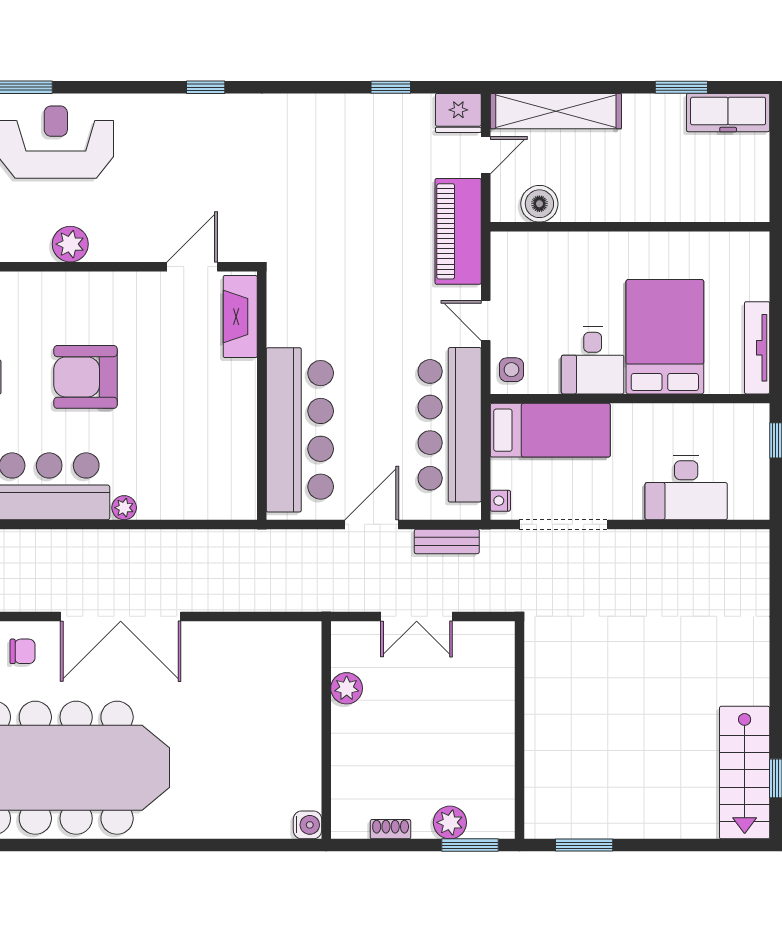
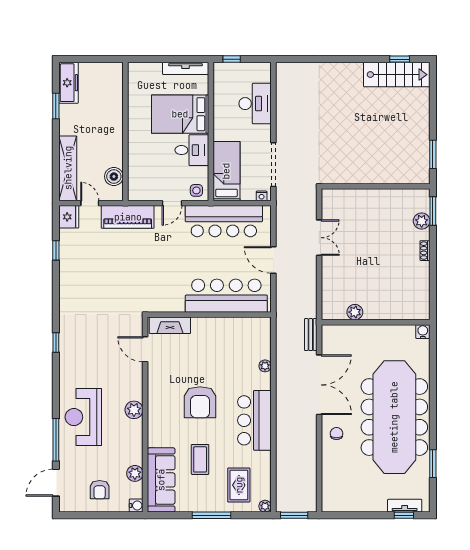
plant: (124, 508) -> (265, 366), moved
bench: (447, 541) -> (311, 335), moved
plant: (347, 688) -> (355, 312), moved
wall: (326, 730) -> (376, 322), moved
water cooler: (307, 825) -> (423, 332), moved

